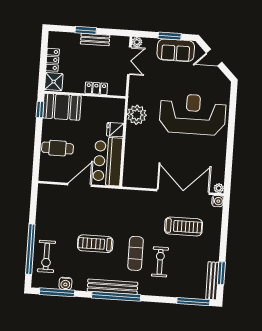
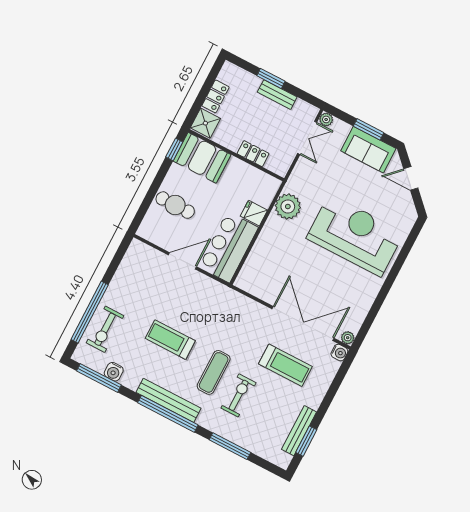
bench: (212, 281) -> (299, 431), moved
window: (193, 302) -> (230, 446), moved

